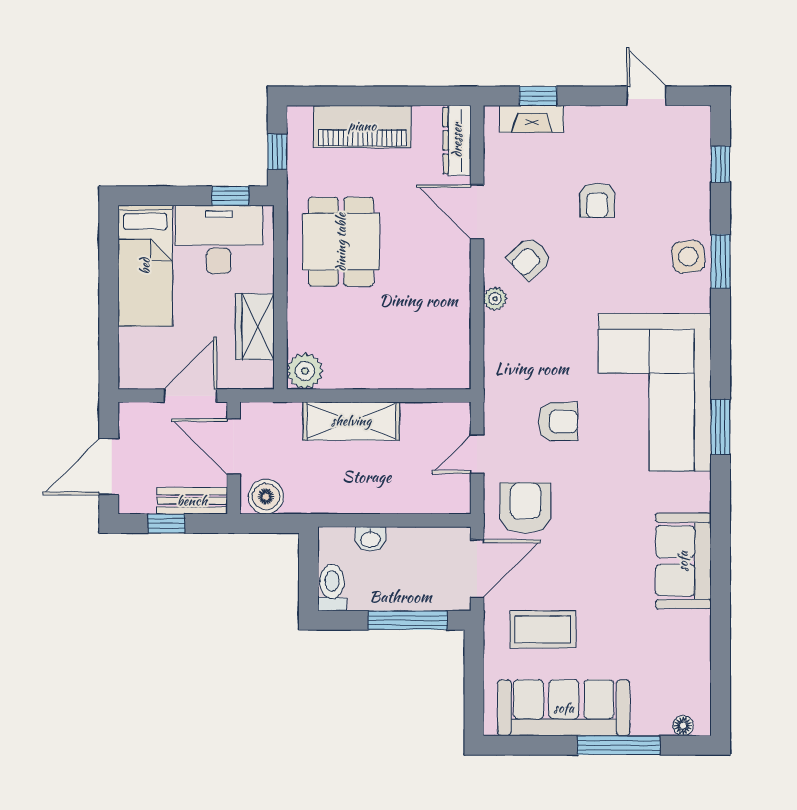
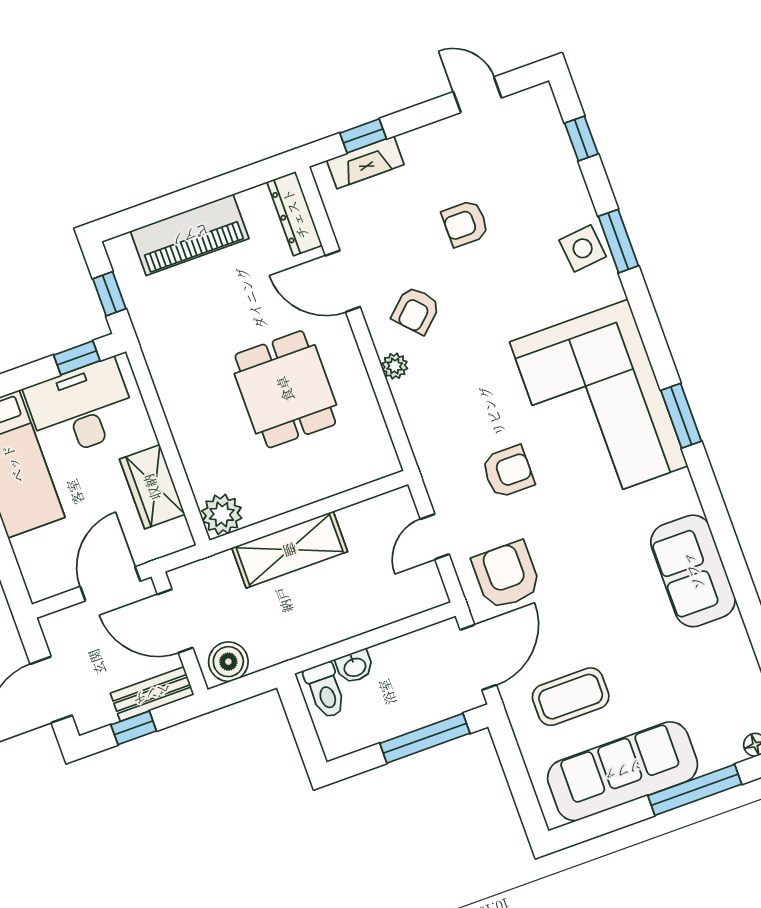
armchair: (597, 200) -> (465, 223), turned 90
dining table: (341, 242) -> (285, 389), moved
toilet: (332, 588) -> (325, 690), moved, turned 180

